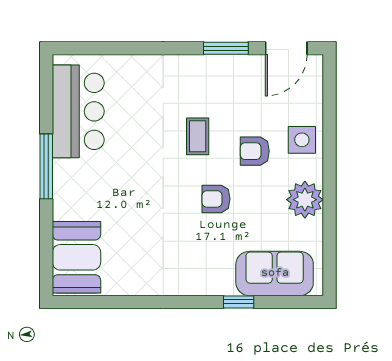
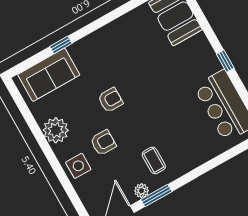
plant: (241, 65) -> (141, 191), added
coffee table: (198, 136) -> (154, 160), moved
window: (46, 166) -> (225, 61), width x0.46

